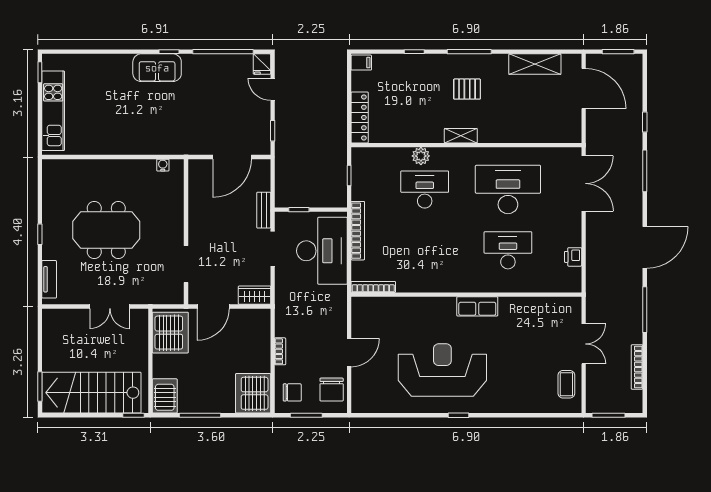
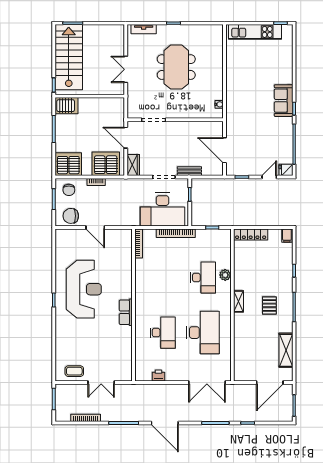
server rack: (170, 333) -> (106, 164), moved, turned 180

